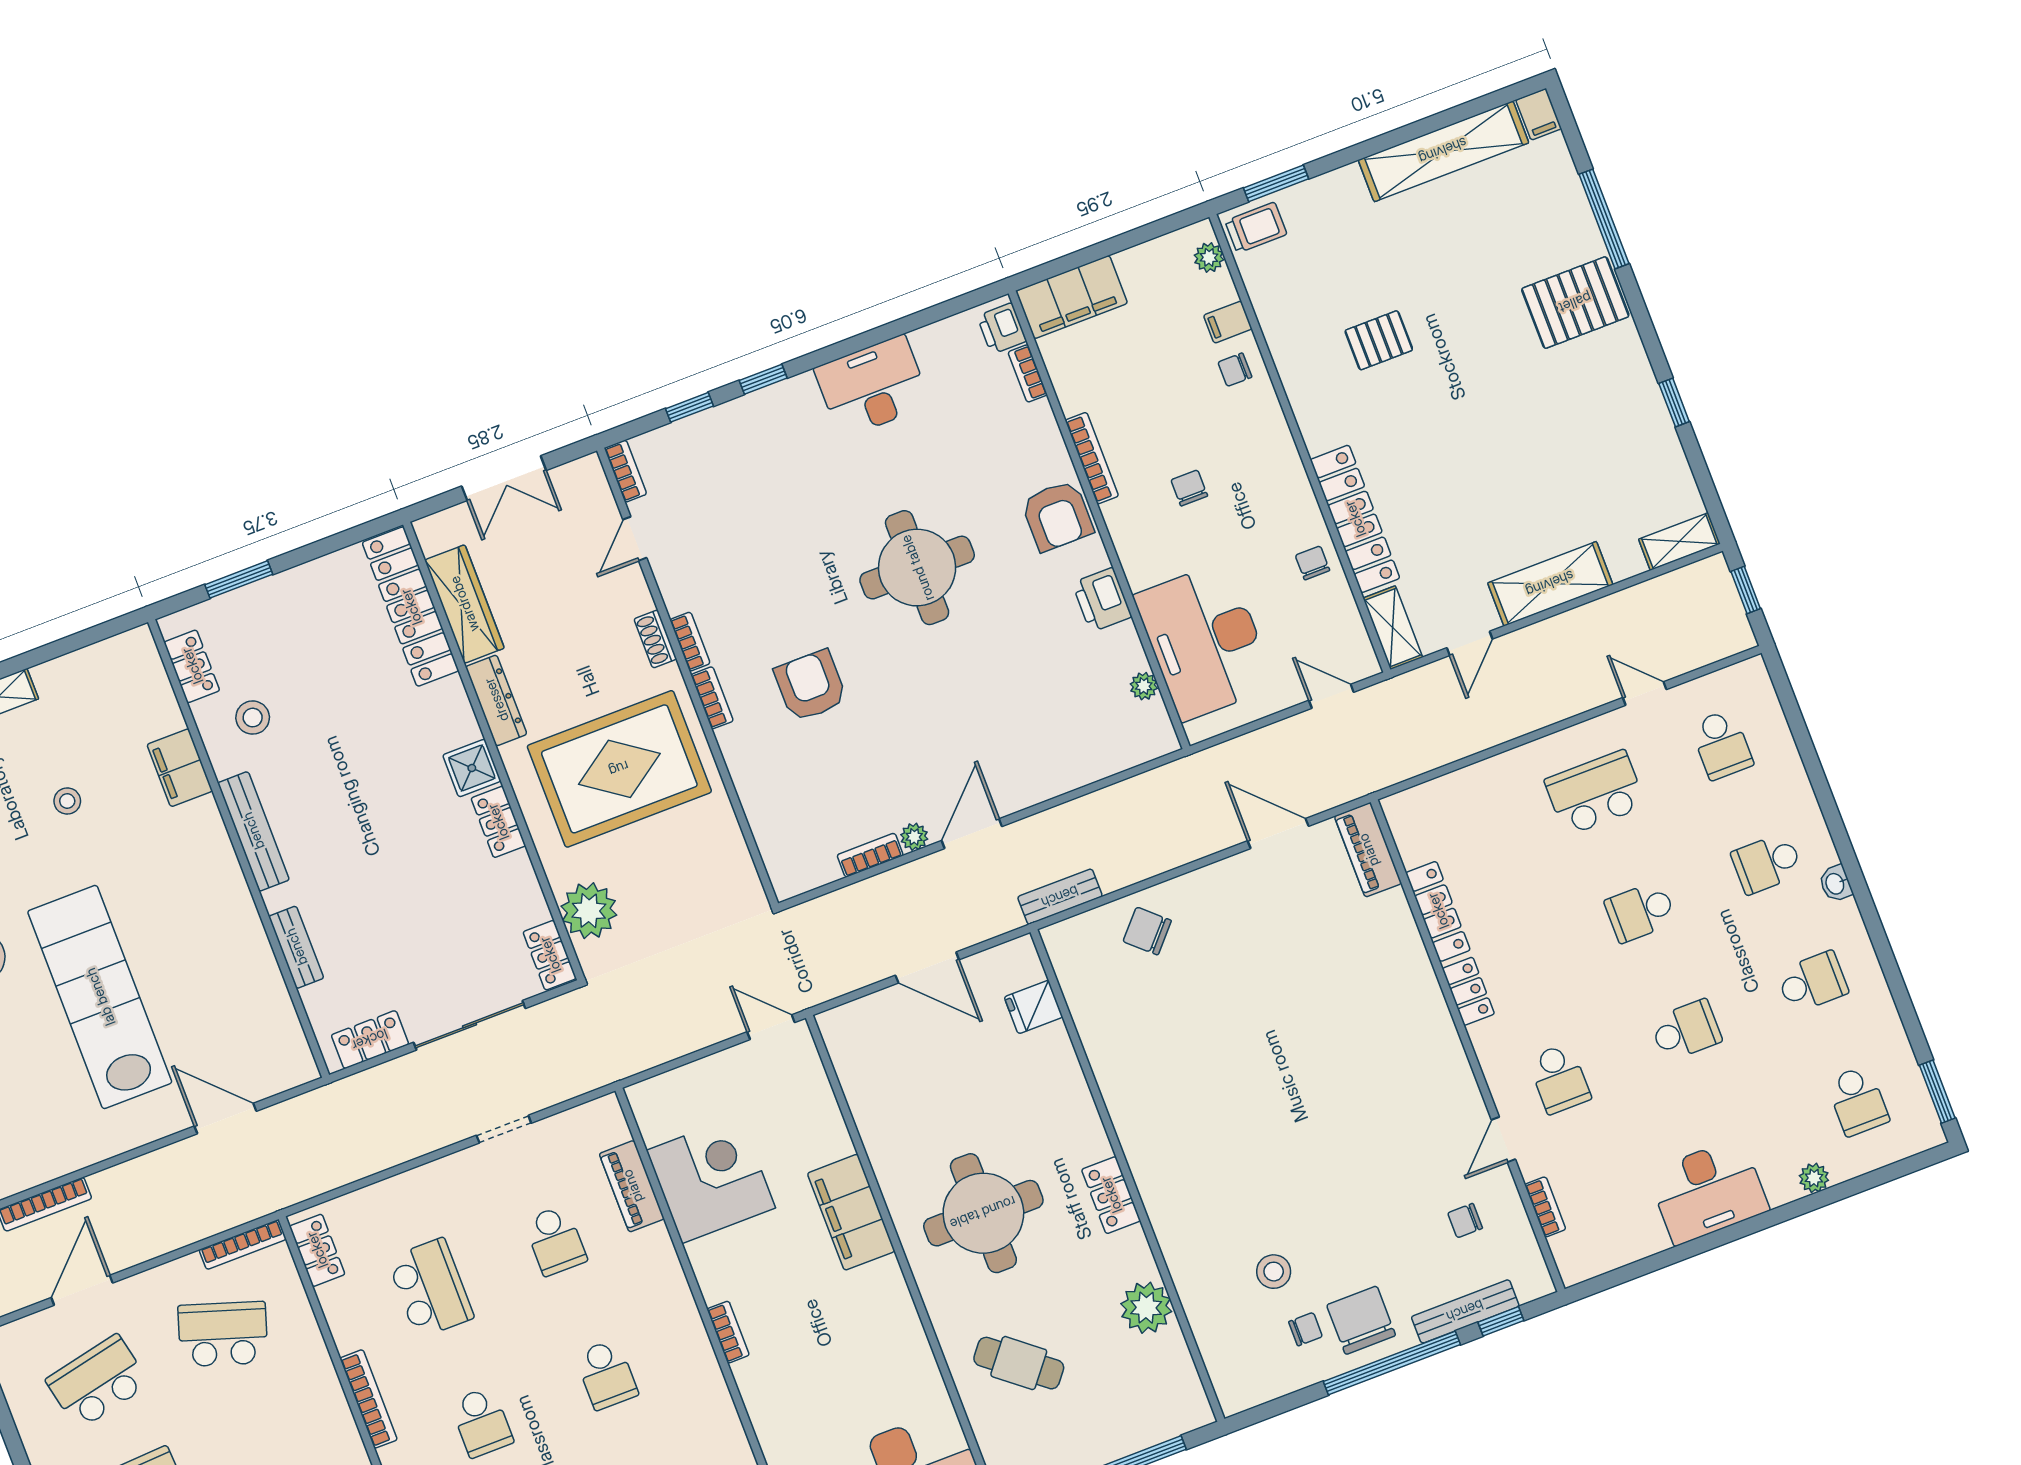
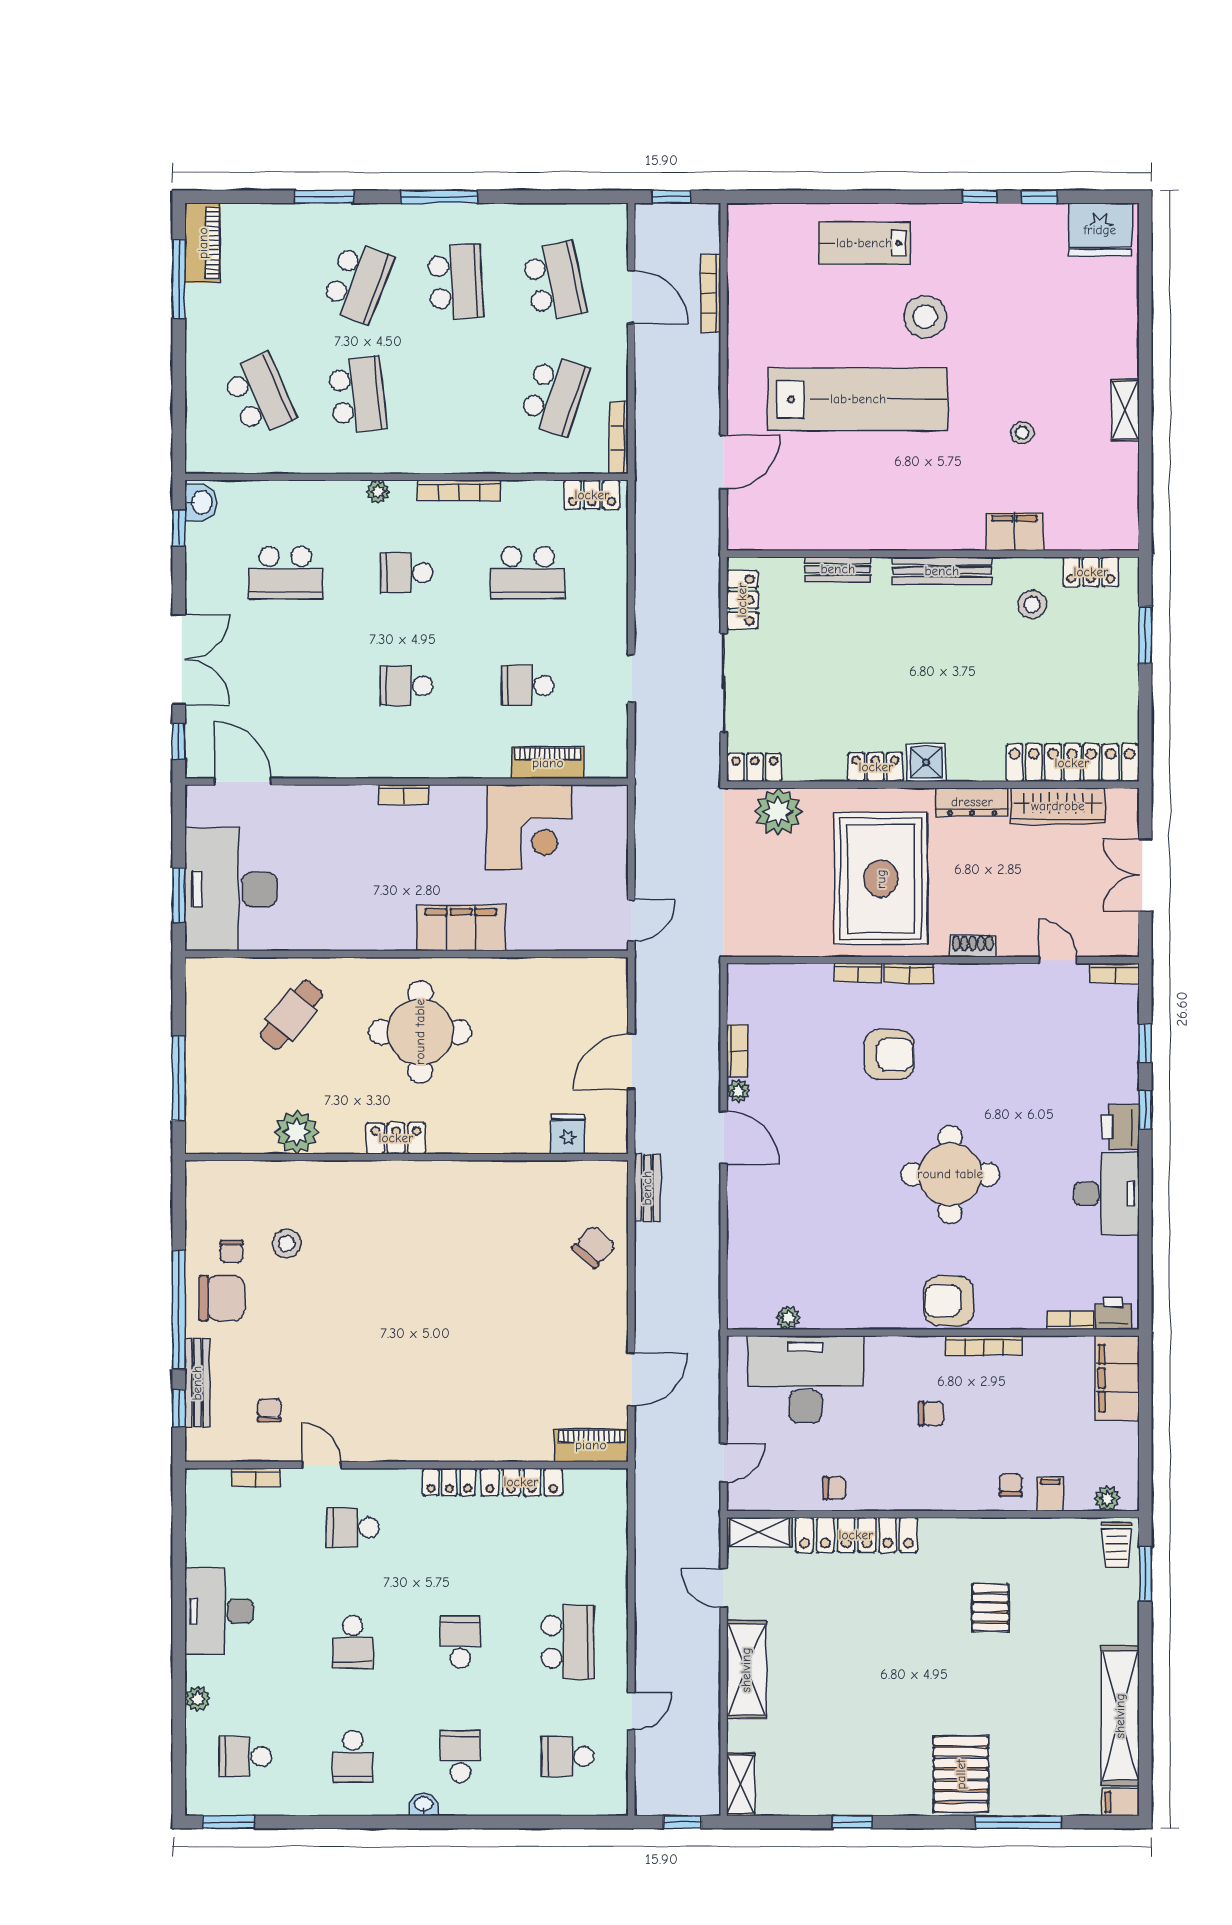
printer: (1102, 600) -> (1120, 1127), moved, turned -90
bookcase: (690, 642) -> (858, 973), moved

